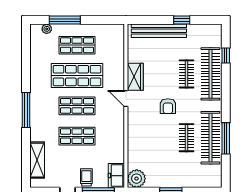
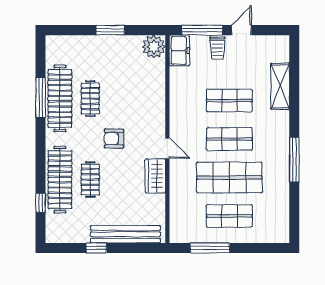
window: (65, 20) -> (210, 248), moved
plant: (47, 29) -> (268, 237), removed
armchair: (168, 106) -> (114, 139), turned -90
window: (26, 110) -> (294, 160), moved
shelving: (37, 160) -> (280, 86), moved

